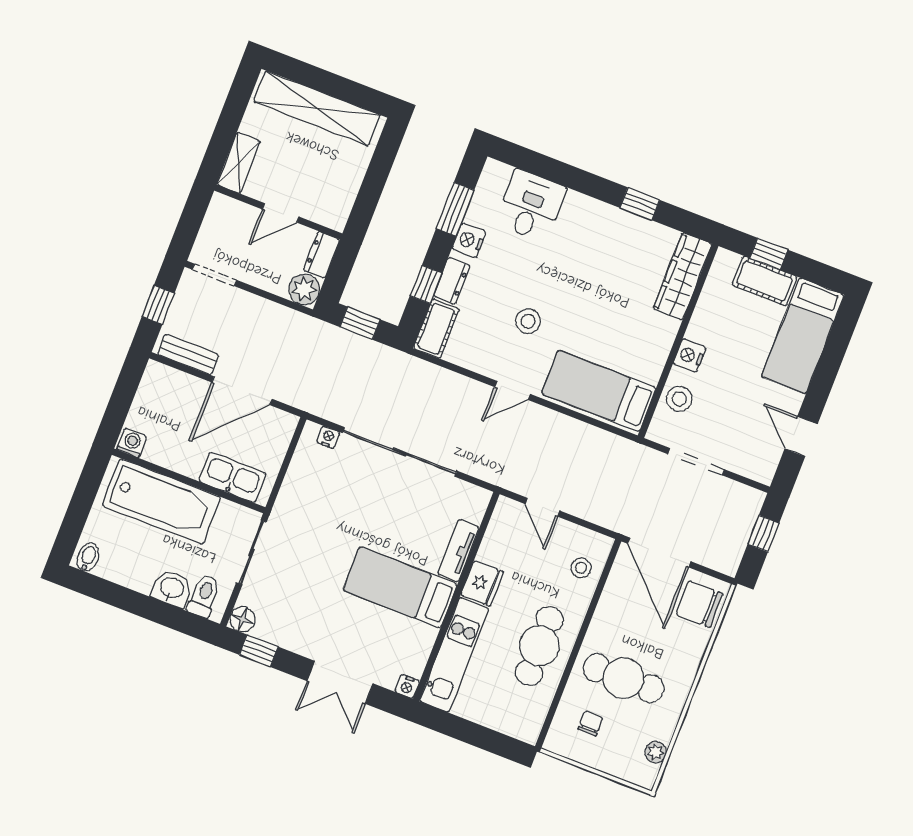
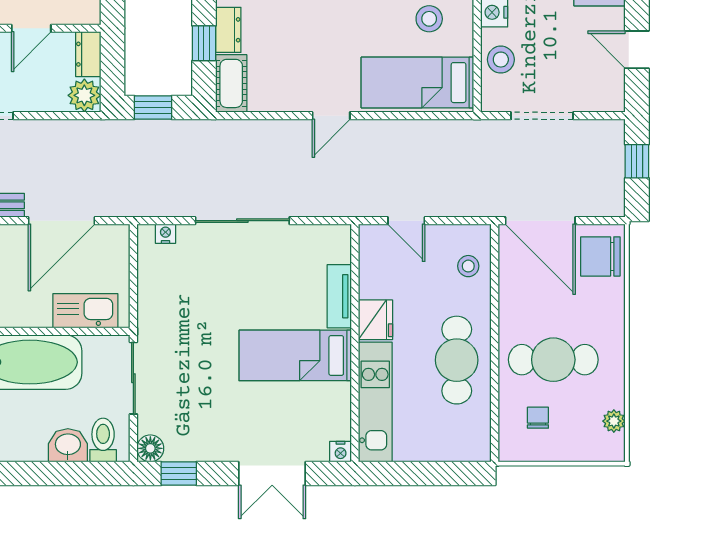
stool: (528, 321) -> (429, 19), moved
sliding door: (400, 452) -> (242, 221), width x0.73

